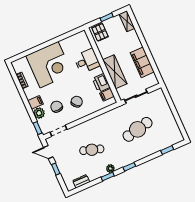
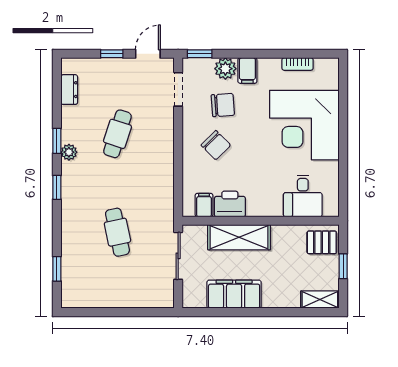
desk: (87, 61) -> (303, 196), moved
cafe table: (138, 129) -> (117, 232), width x0.73, depth x0.74

